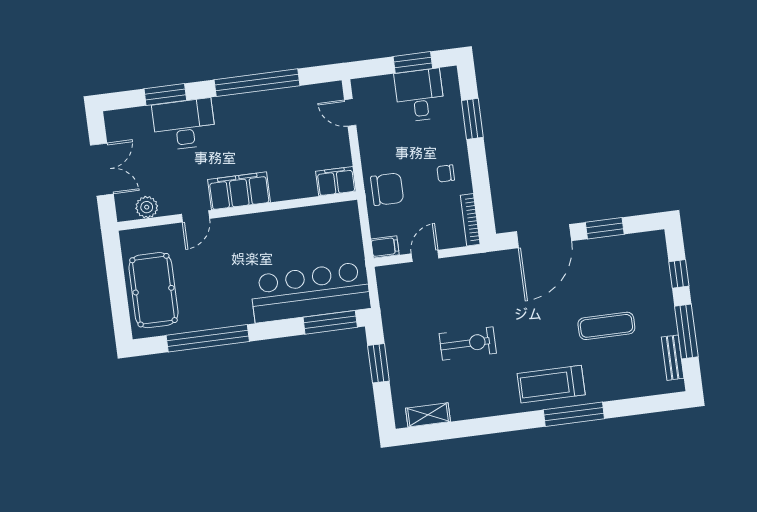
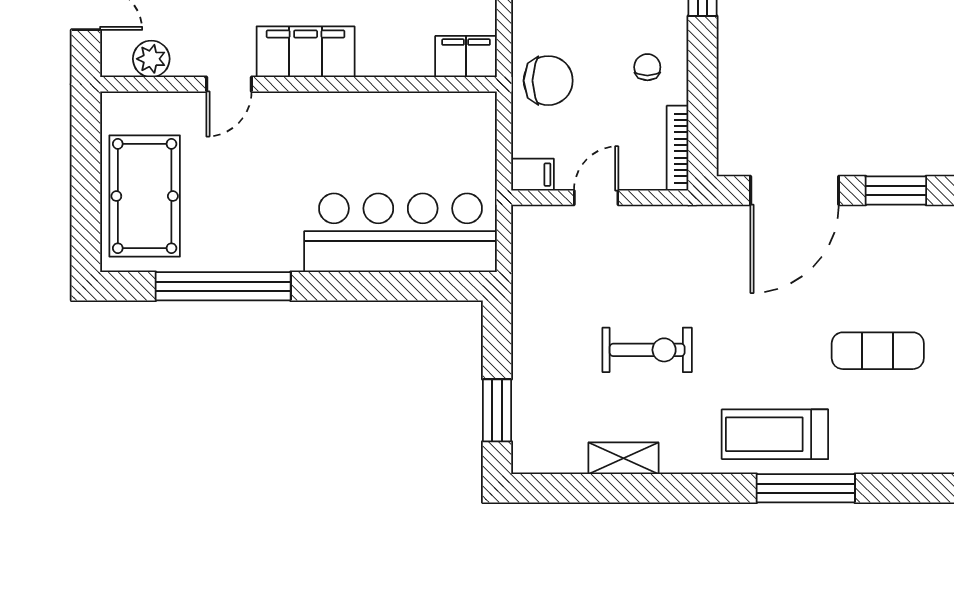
chair: (446, 173) -> (647, 67), turned 90
window: (330, 322) -> (427, 286), removed
window: (378, 363) -> (497, 410), moved
shelving: (428, 415) -> (623, 458), moved

